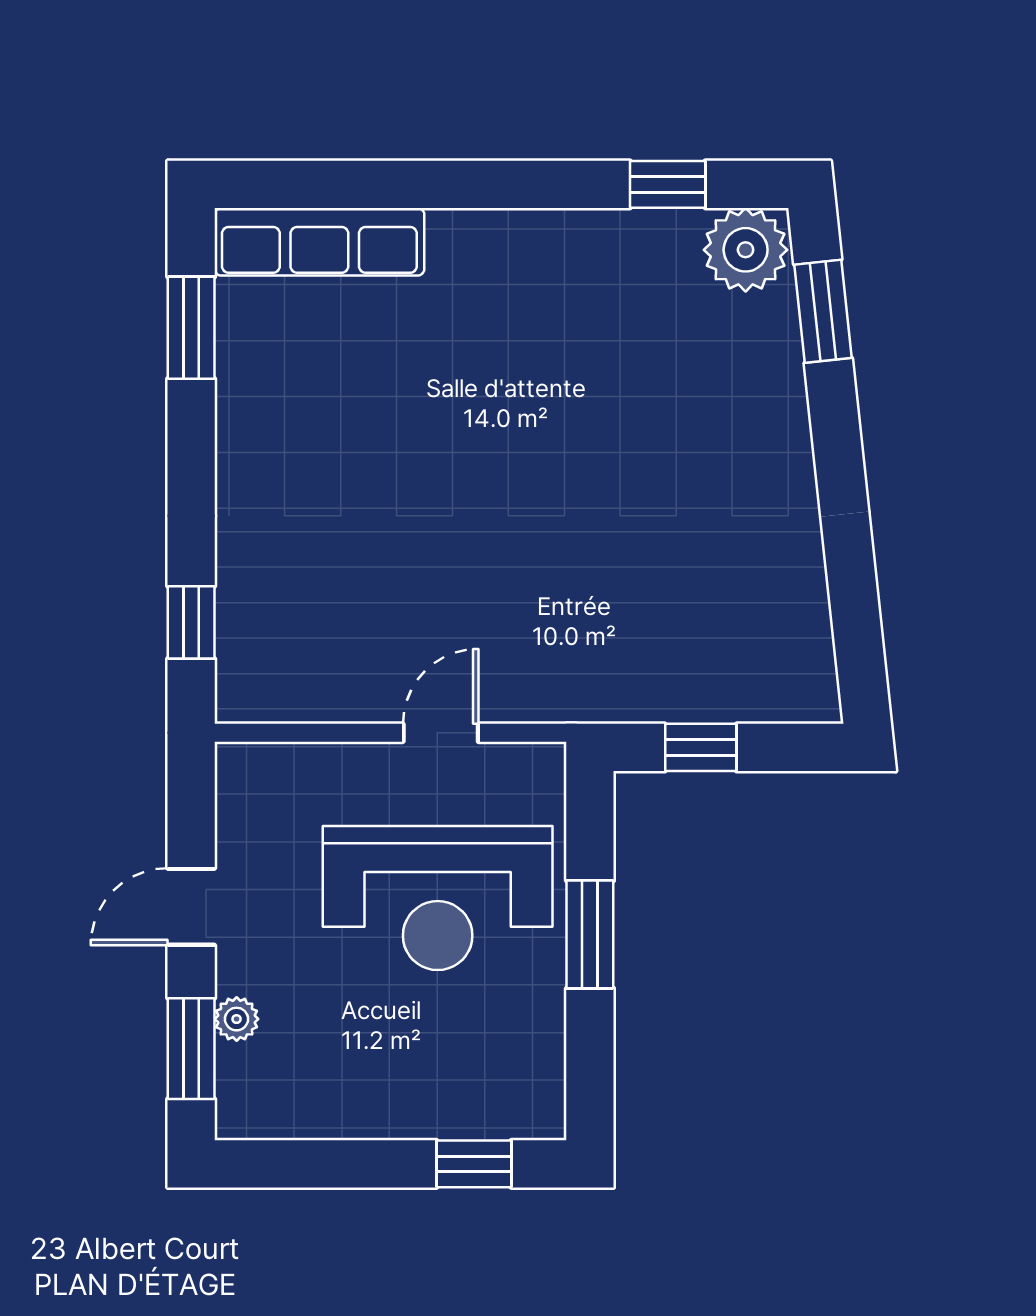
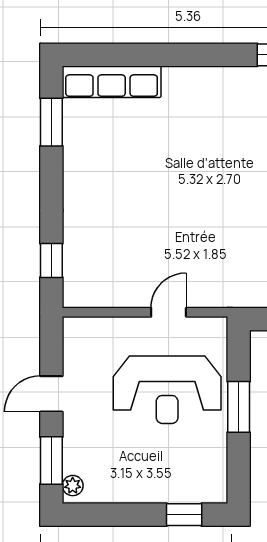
plant: (237, 1019) -> (73, 486), moved

